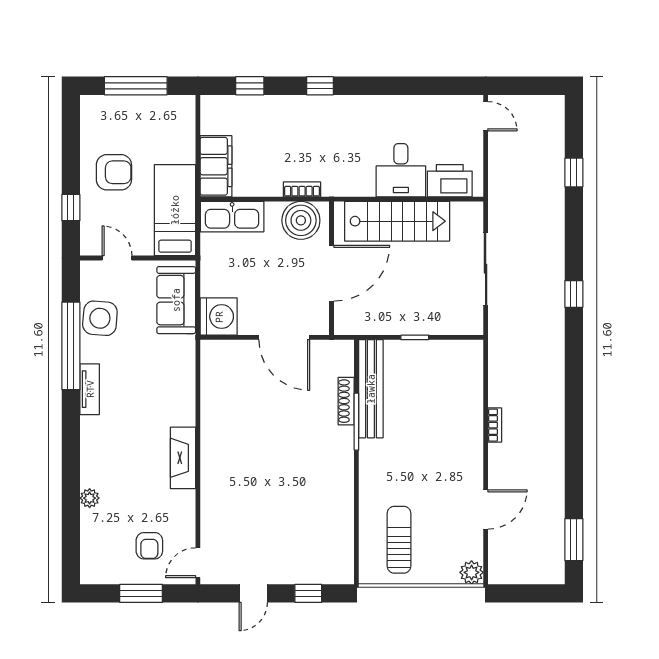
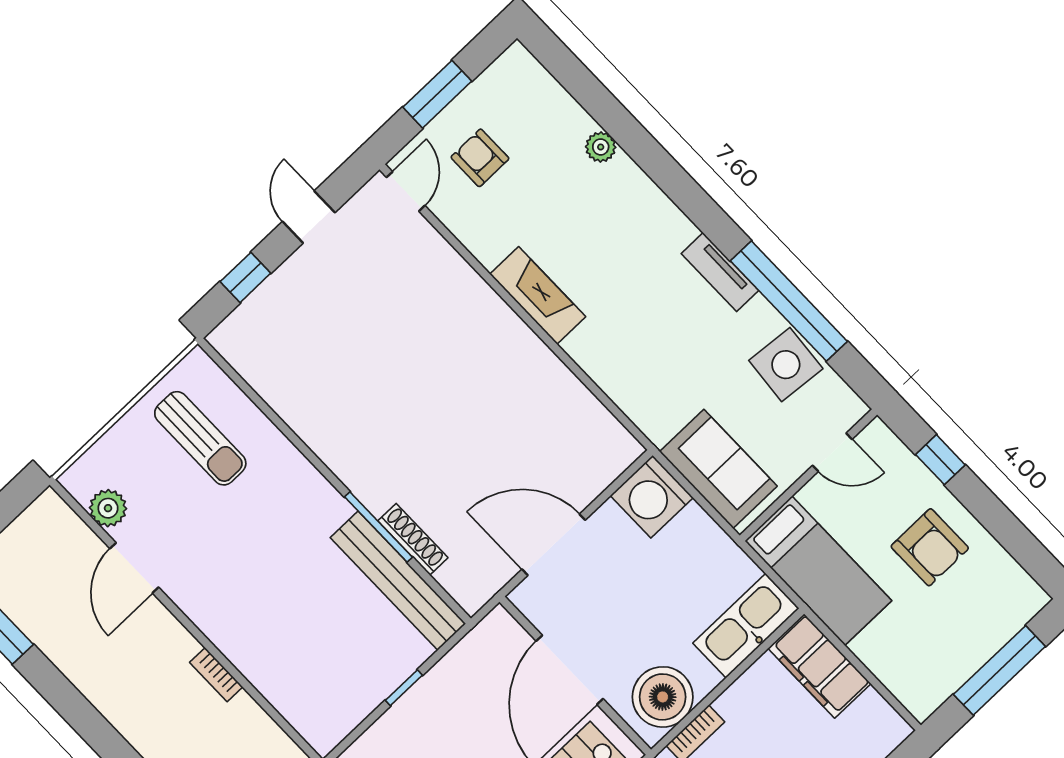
armchair: (114, 172) -> (930, 547), turned -90
plant: (472, 572) -> (108, 508), moved

